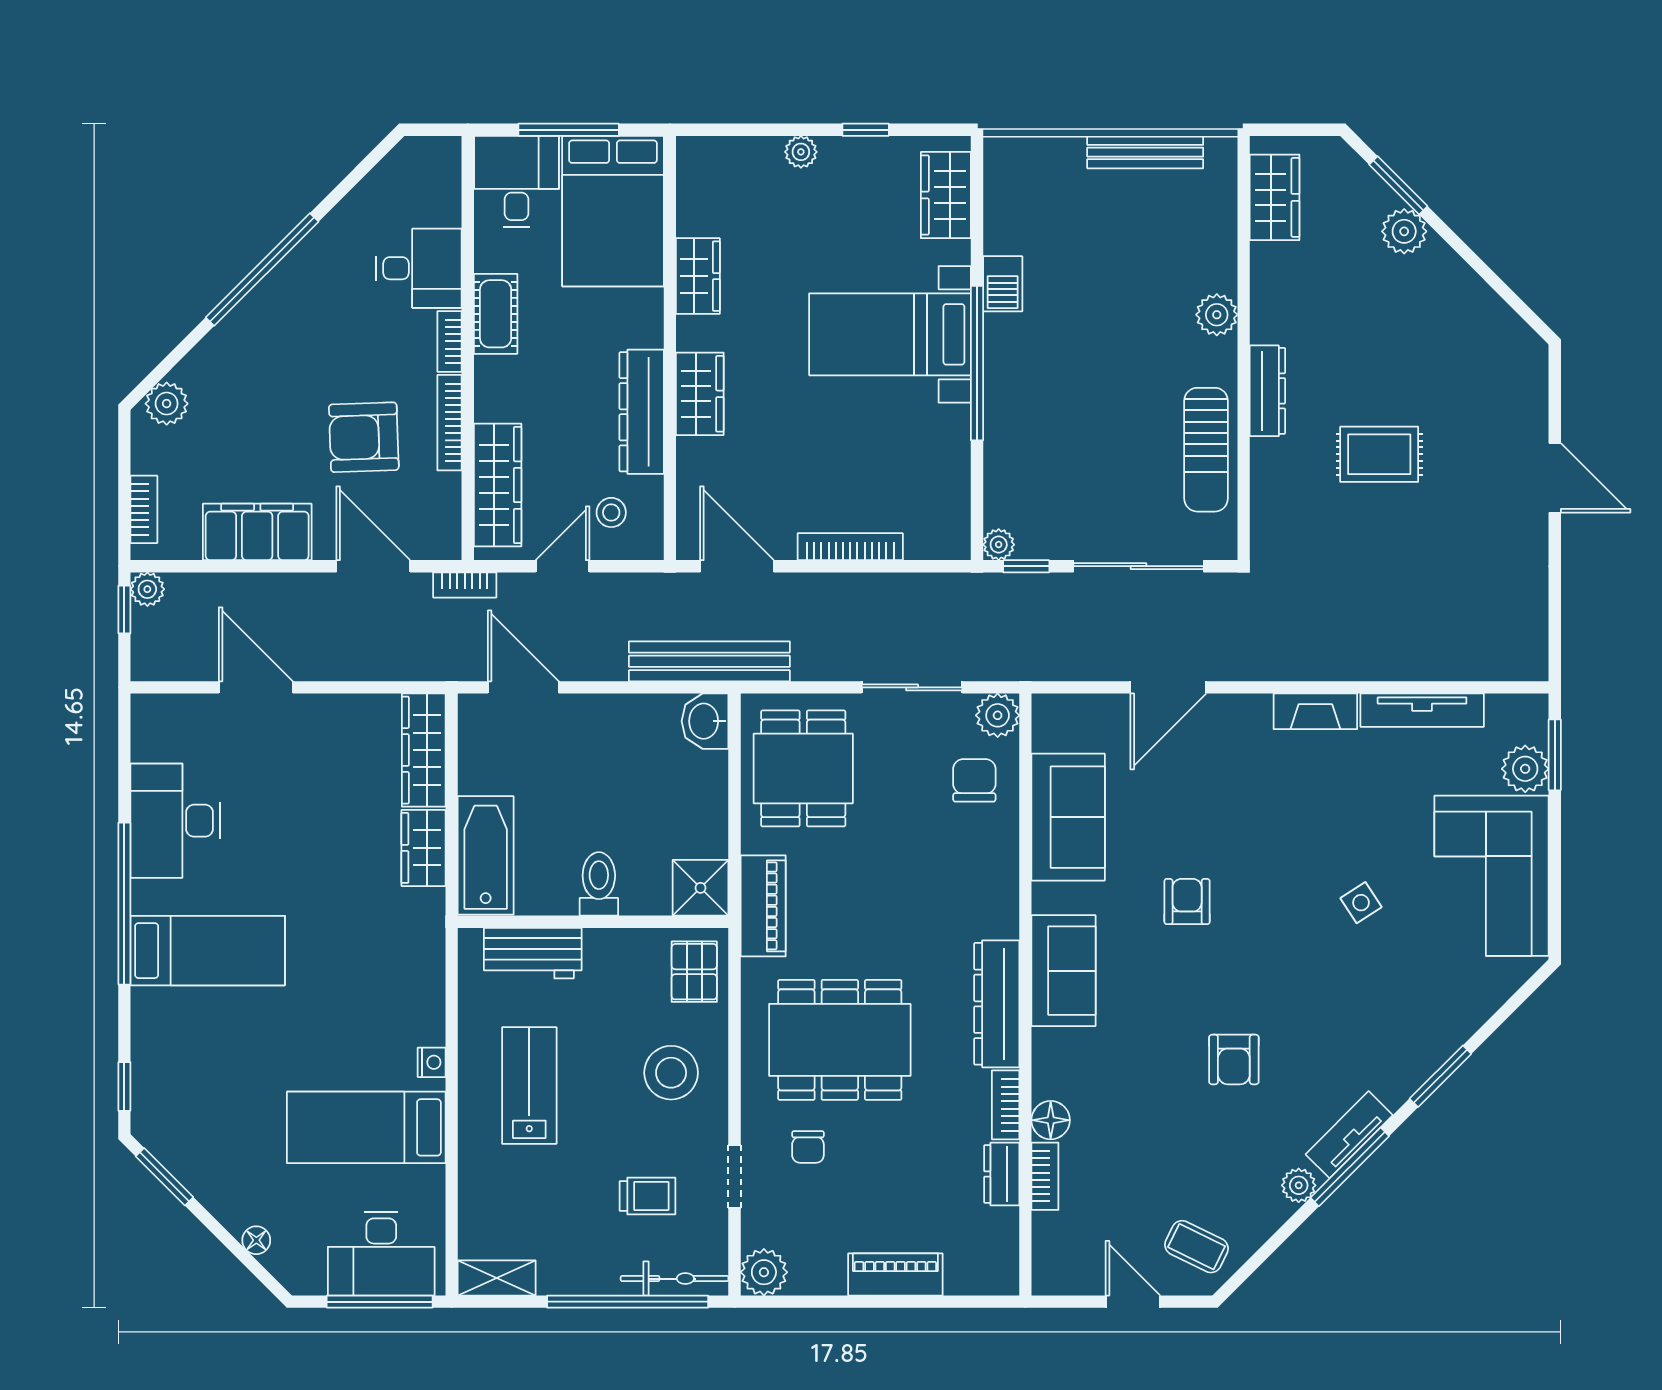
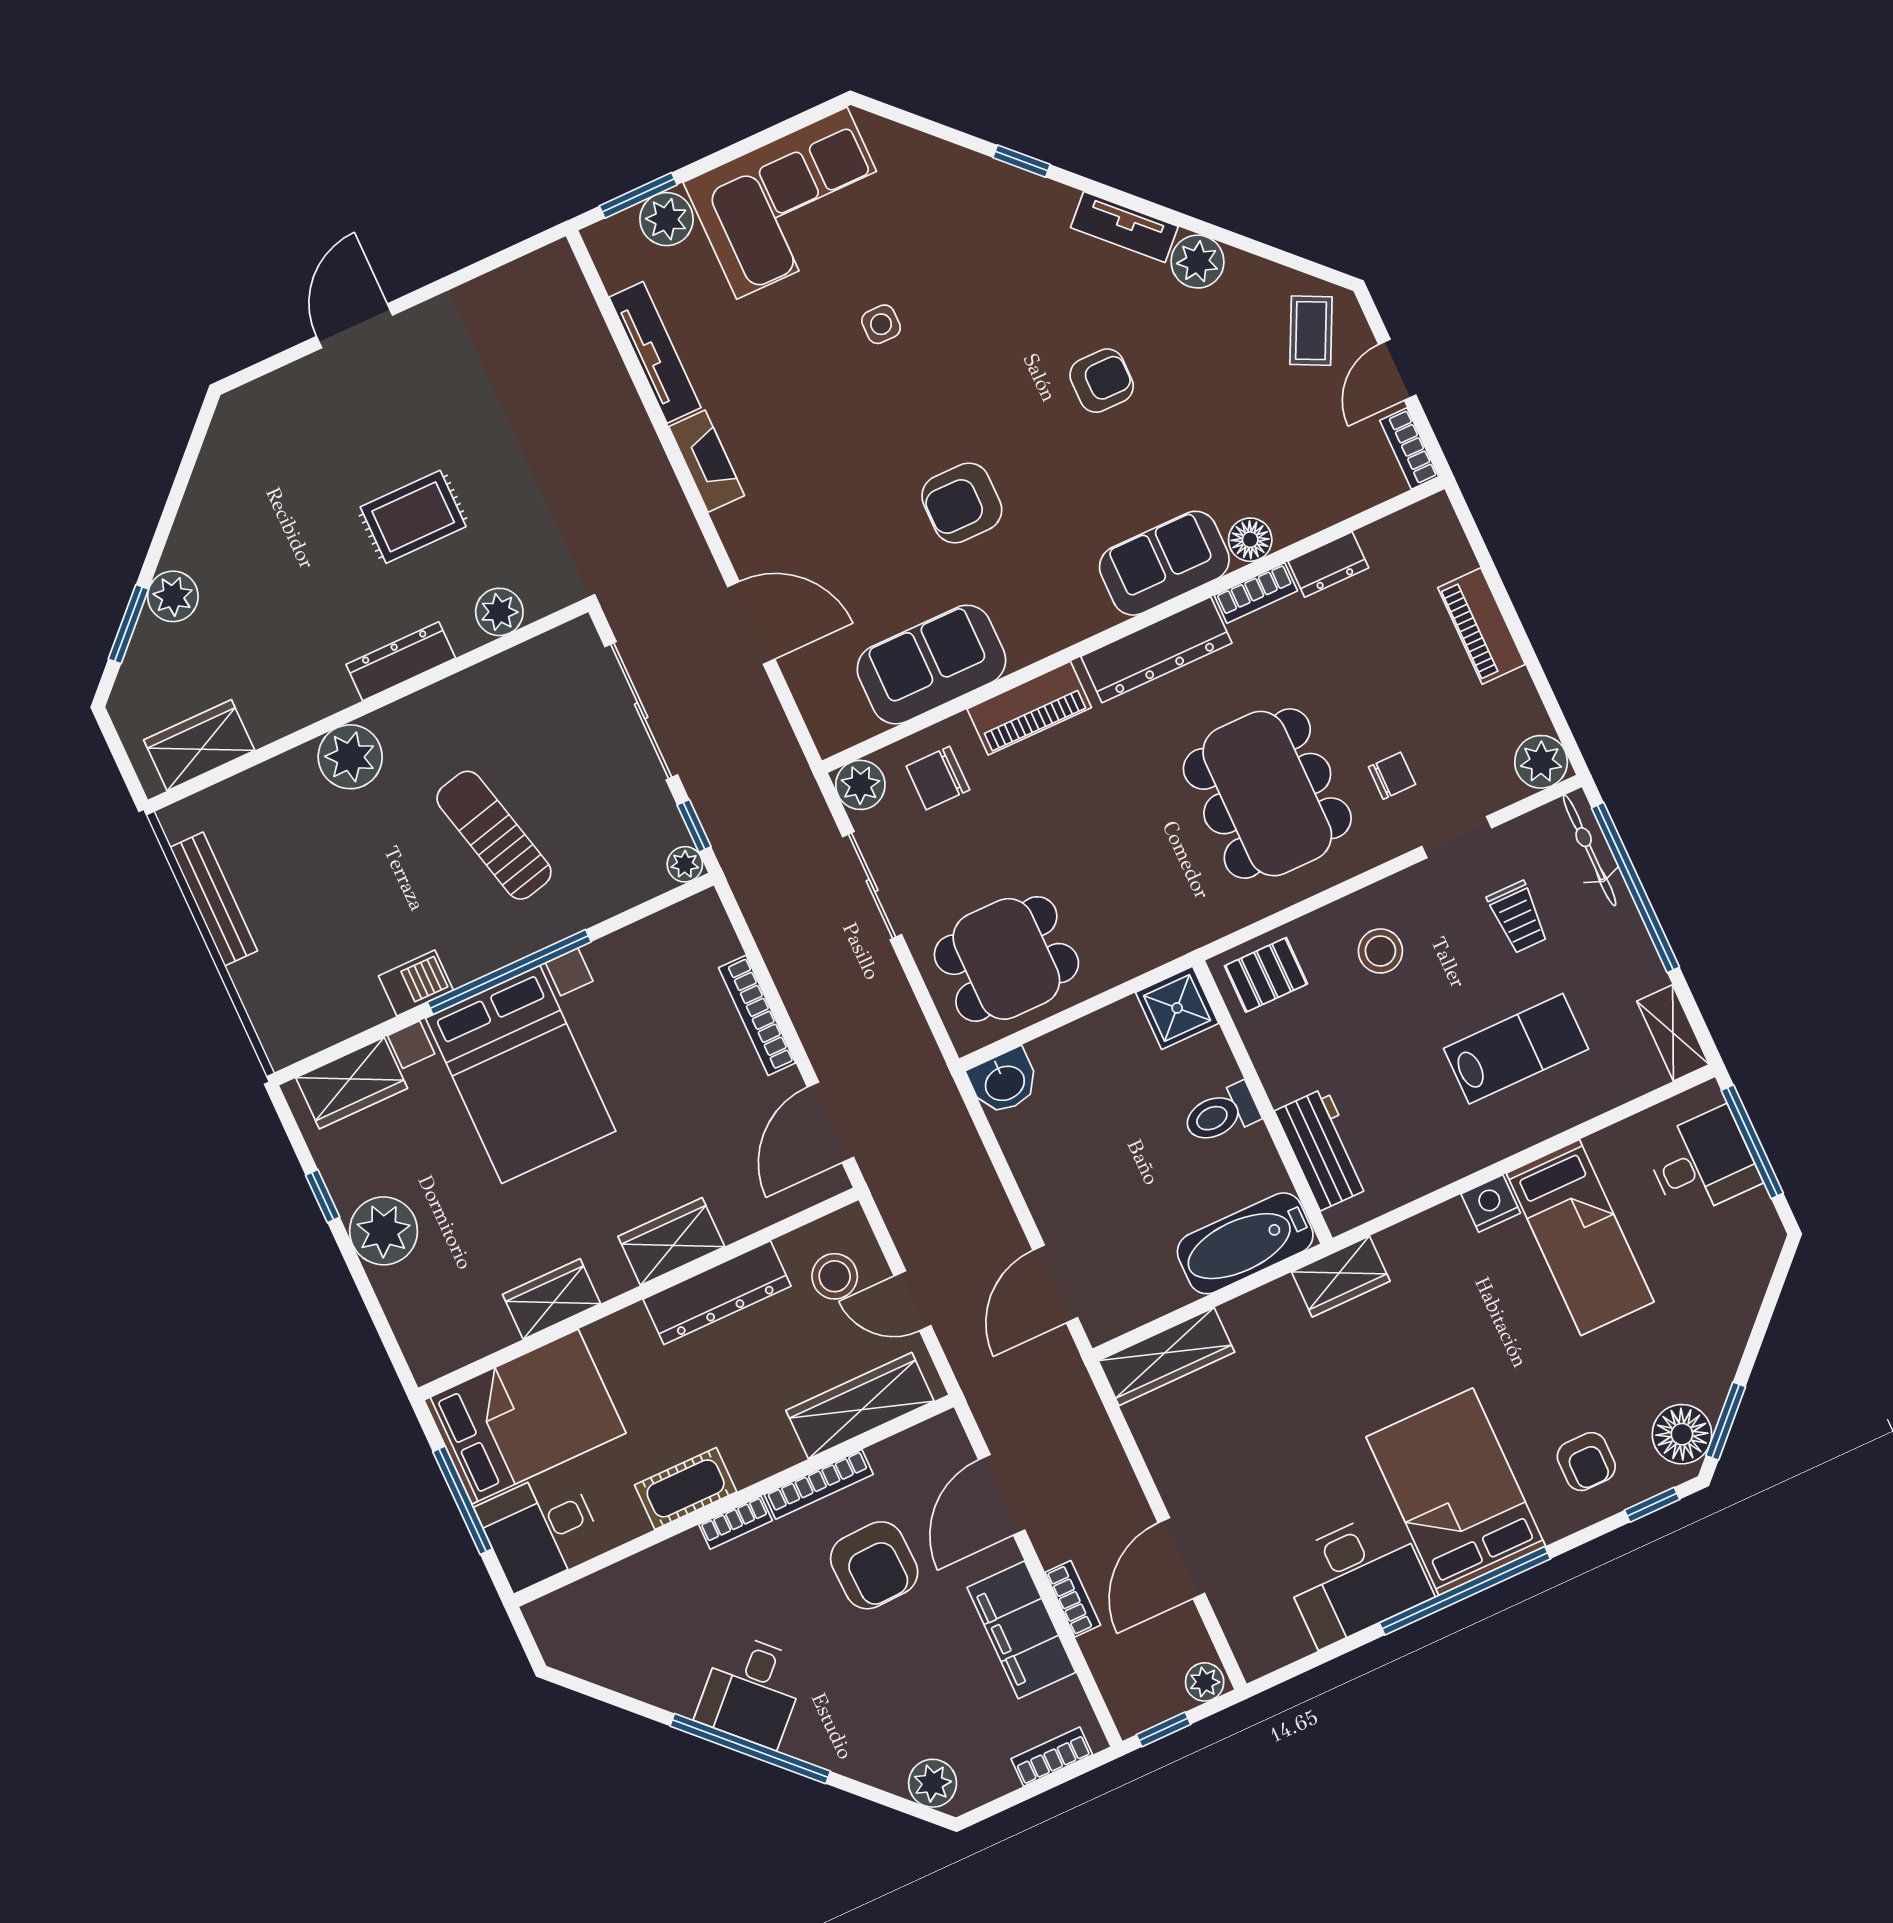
plant: (801, 152) -> (384, 1231), width x1.87, depth x1.87
desk: (419, 268) -> (752, 1690), moved, turned -135
plant: (1217, 315) -> (350, 757), width x1.36, depth x1.36
bed with nightstands: (890, 334) -> (521, 1075), width x1.36
sun lounger: (1206, 450) -> (494, 835), moved, turned -104
rug: (1379, 454) -> (413, 517), turned 90
plant: (1271, 489) -> (499, 612), added
stool: (611, 512) -> (835, 1276), width x1.37, depth x1.37
bookcase: (465, 585) -> (1073, 1599), moved
plant: (147, 589) -> (1205, 1682), moved
bench: (709, 661) -> (941, 1106), removed
wardrobe: (423, 848) -> (1341, 1277), moved
armchair: (1187, 902) -> (962, 503), width x1.38, depth x1.38
side table: (1361, 903) -> (881, 324), turned 33
piano: (763, 906) -> (1029, 708), moved, turned 180
bed: (208, 951) -> (1456, 1492), width x1.50
sofa: (1064, 971) -> (1164, 563), moved
armchair: (184, 1049) -> (1586, 1462), added
nightstand: (432, 1062) -> (1491, 1204), width x1.39, depth x1.35
stool: (671, 1073) -> (1380, 951), width x0.73, depth x0.73
window: (1440, 1076) -> (1022, 161), width x0.67
lab bench: (529, 1086) -> (1516, 1049), moved, turned 180
window: (1350, 1167) -> (1157, 211), removed
bookcase: (1045, 1176) -> (1409, 449), moved, turned -90
plant: (1299, 1185) -> (1197, 262), width x1.38, depth x1.38
trolley: (647, 1196) -> (1518, 917), turned 180
floor lamp: (256, 1240) -> (1682, 1434), moved, width x1.89, depth x1.89
desk: (381, 1254) -> (1702, 1163), width x0.73

